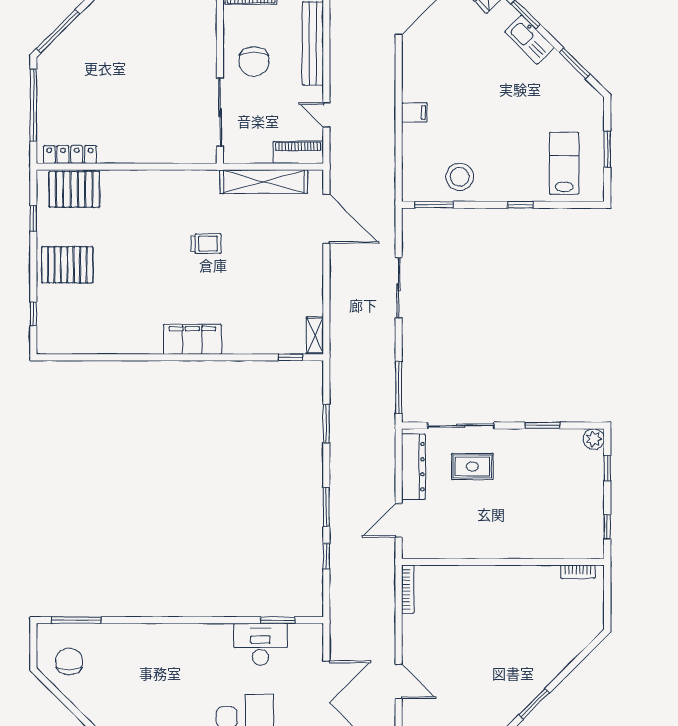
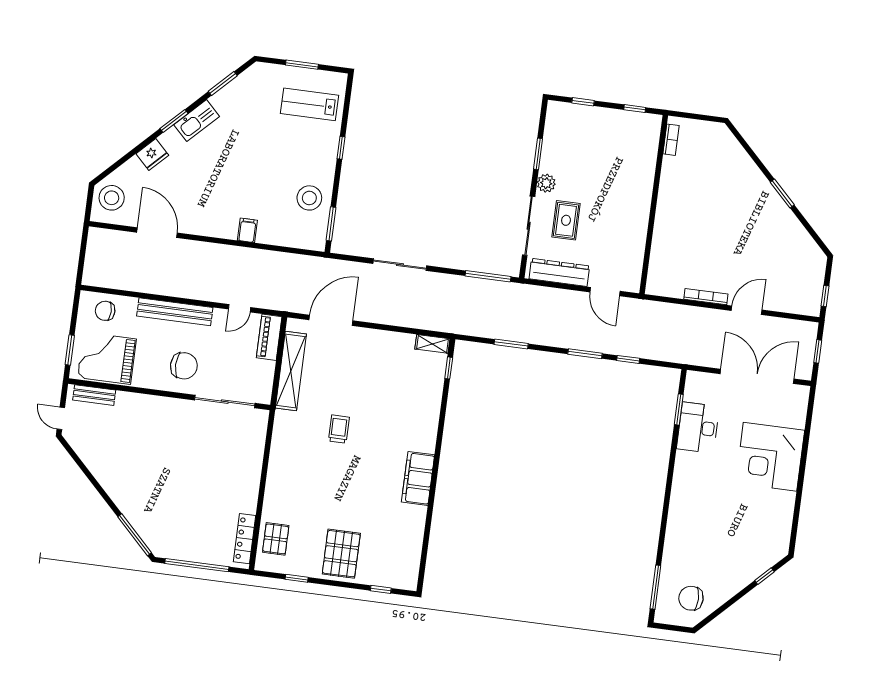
pallet: (74, 189) -> (276, 539), width x0.67, depth x0.71
filing cabinet: (192, 339) -> (418, 478), moved
plant: (594, 439) -> (546, 183), moved
bookcase: (408, 589) -> (706, 297), moved

